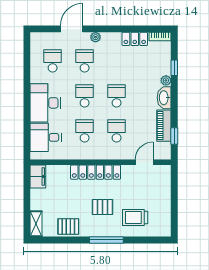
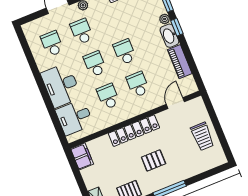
window: (174, 136) -> (177, 27), moved
trolley: (135, 217) -> (202, 136), moved, turned -90

